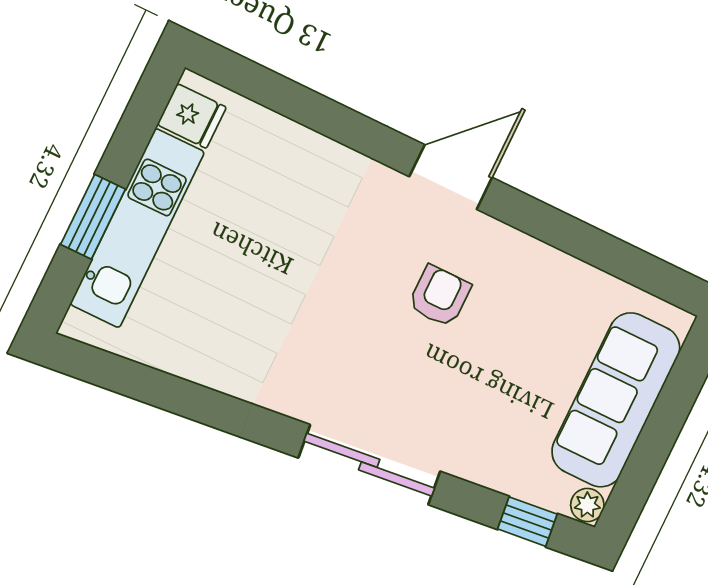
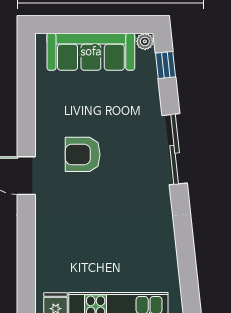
armchair: (440, 296) -> (83, 154), width x1.38, depth x1.38

